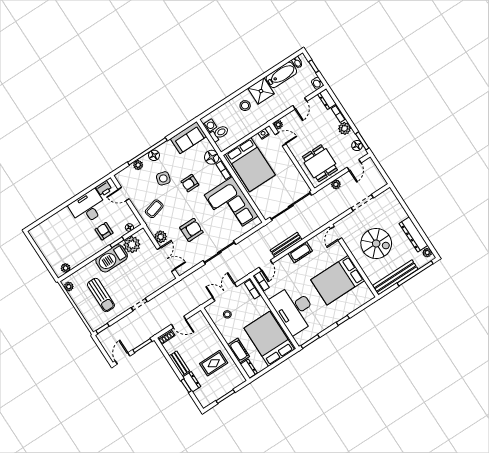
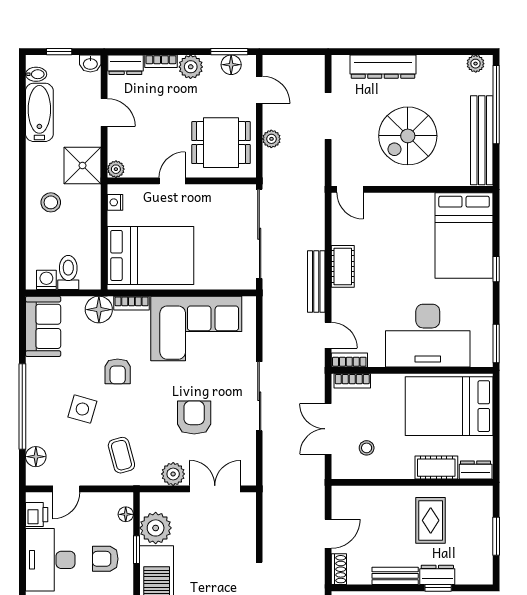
shower: (261, 91) -> (82, 165), moved
door: (280, 139) -> (172, 181), moved
floor lamp: (154, 155) -> (36, 457), moved
plant: (138, 165) -> (35, 435), removed
dresser: (414, 234) -> (383, 67), moved
spiral stairs: (376, 243) -> (408, 136), turned 180
bed: (338, 280) -> (464, 236), moved

